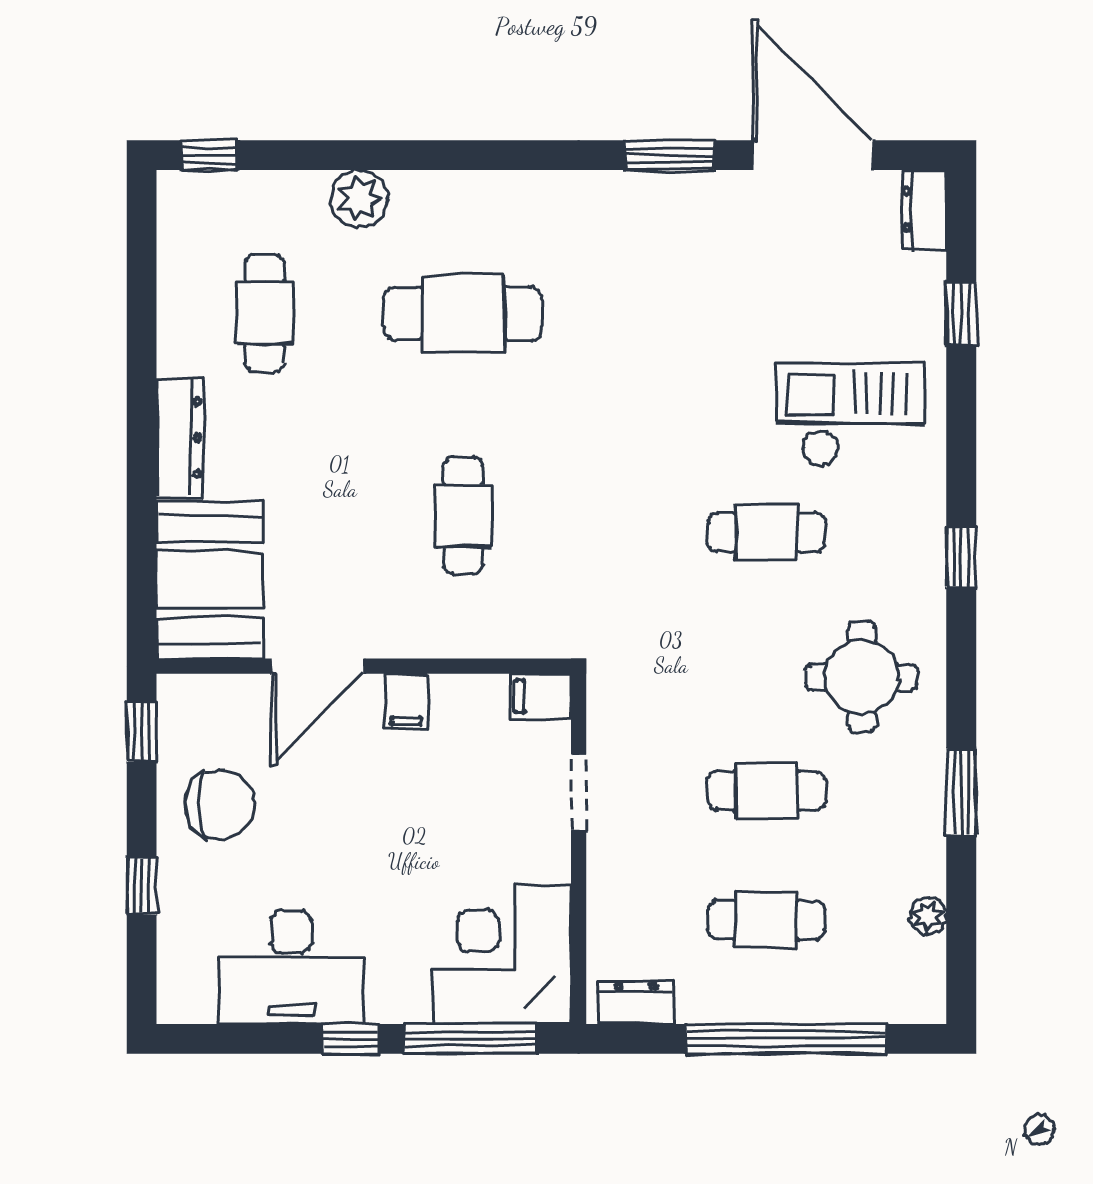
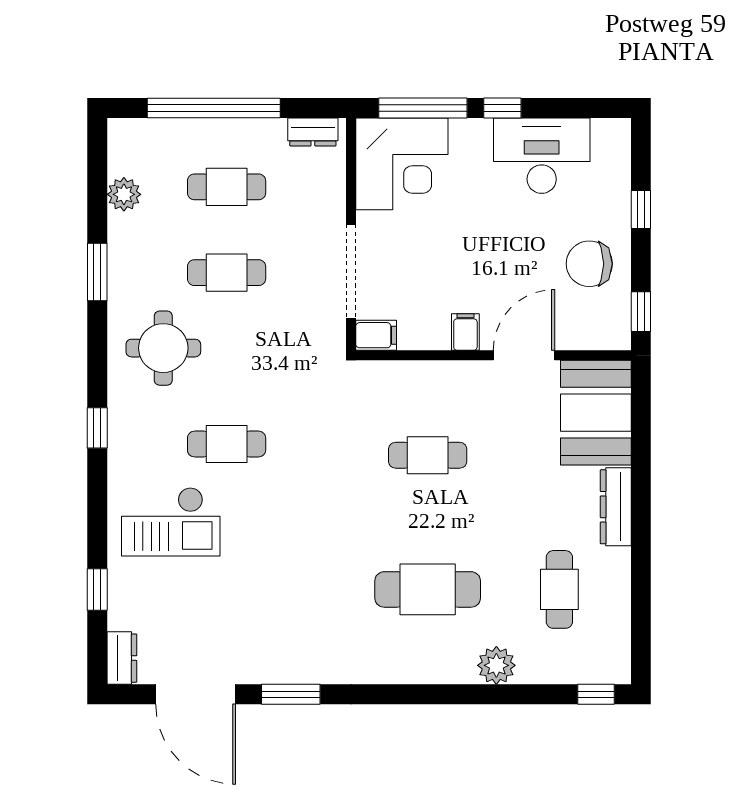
cafe table: (463, 515) -> (428, 455), turned 90
doorway: (579, 792) -> (351, 272), width x1.88
plant: (928, 916) -> (124, 194), width x1.38, depth x1.38

